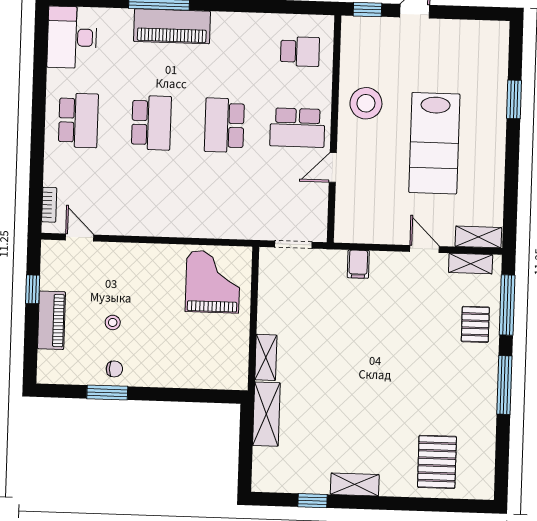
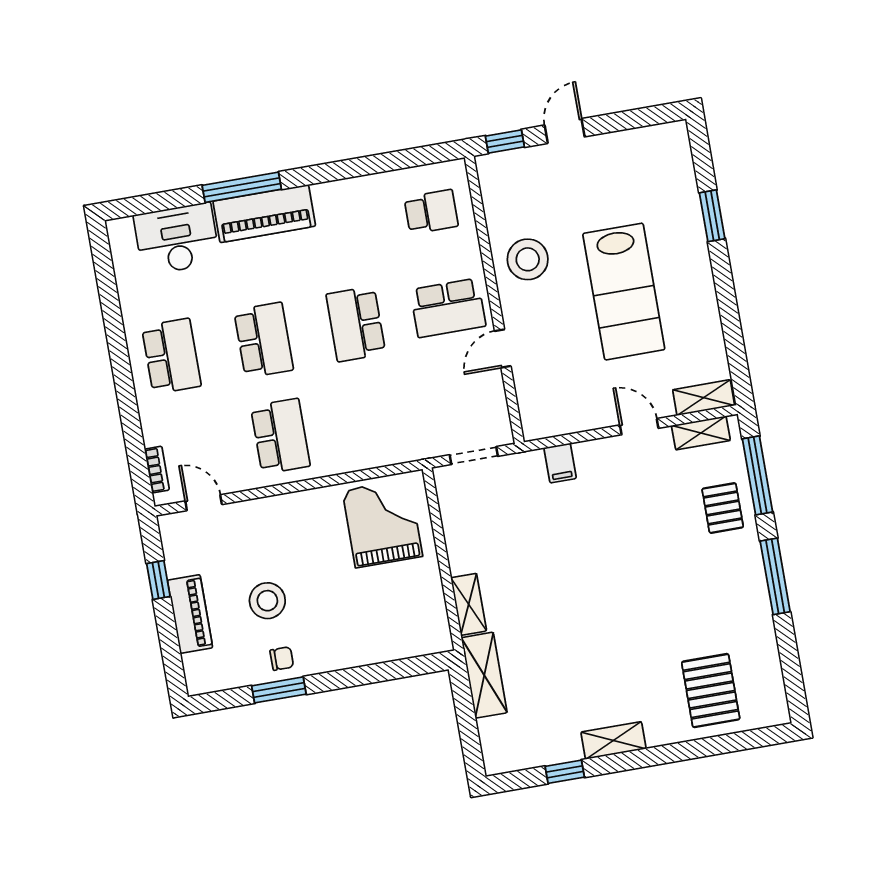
desk: (72, 37) -> (177, 239), moved, turned 90
school desk: (149, 199) -> (280, 436), added
stool: (113, 322) -> (267, 601), width x1.89, depth x1.89

